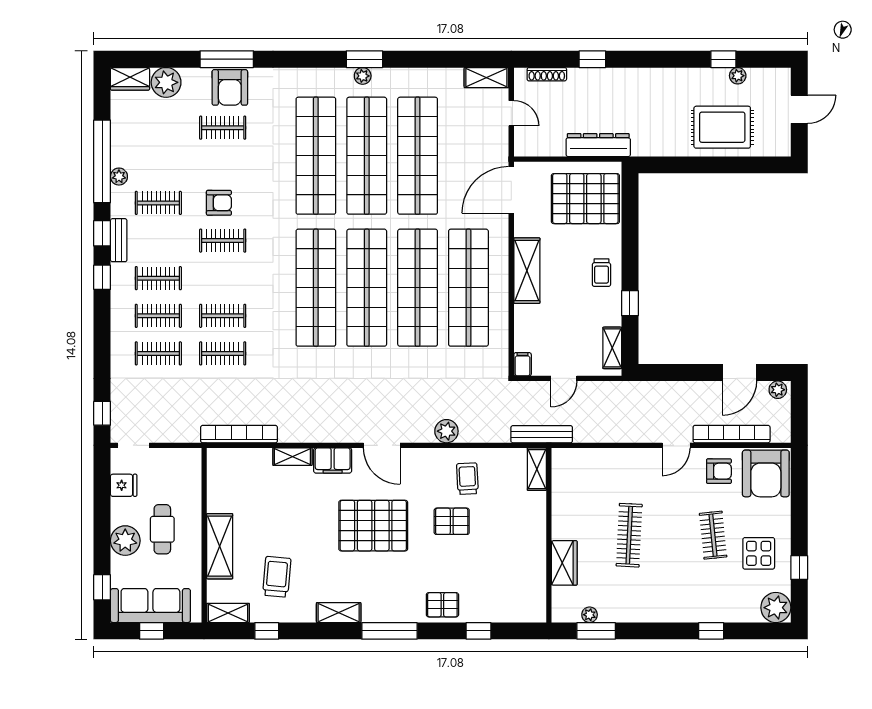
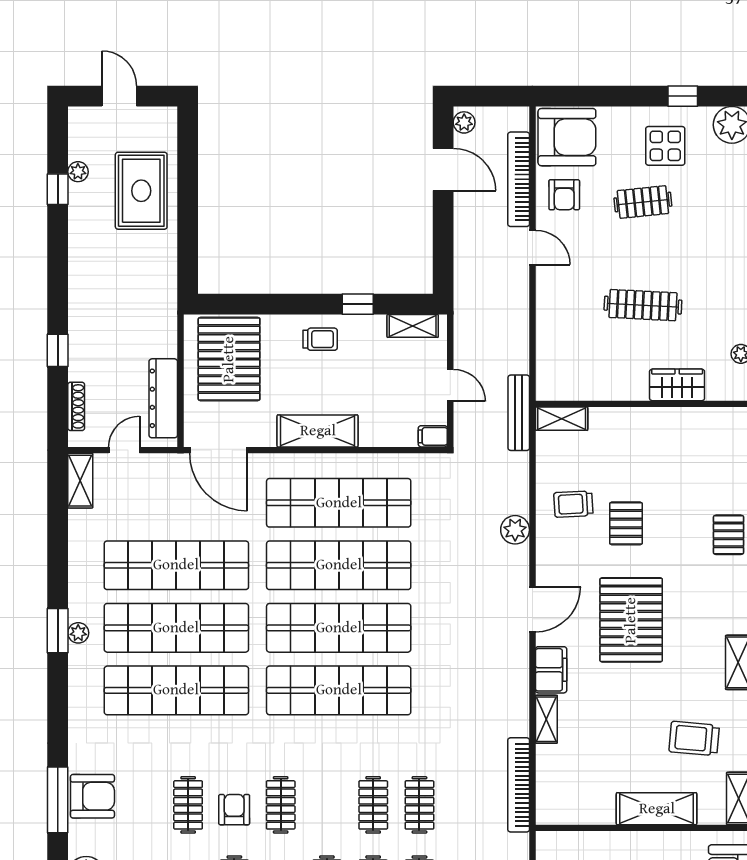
clothes rail: (223, 128) -> (188, 805), moved
dresser: (598, 145) -> (163, 398), moved
armchair: (719, 471) -> (564, 195), turned 180

